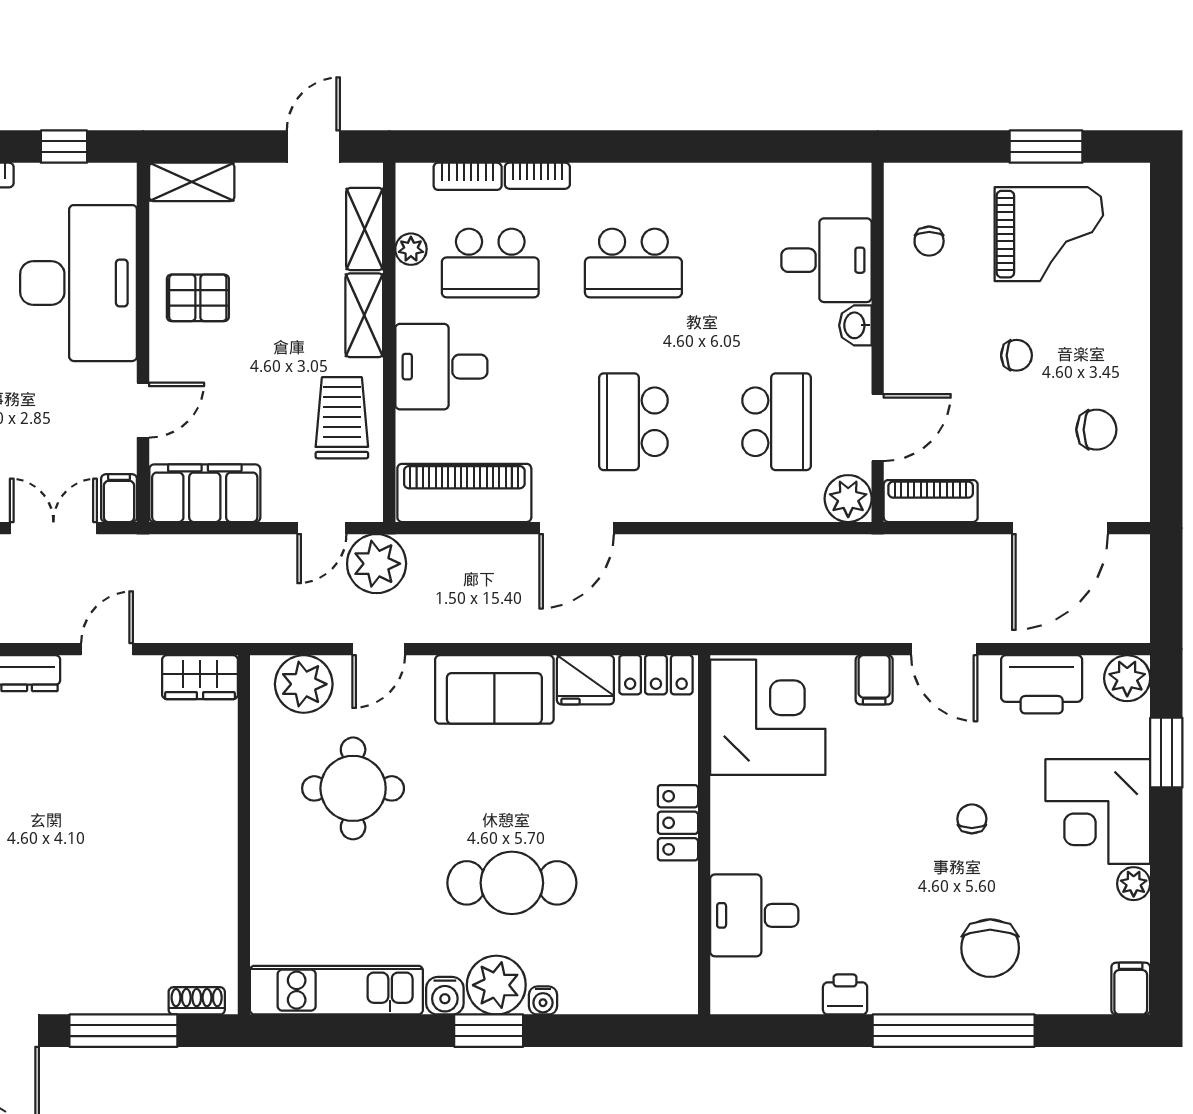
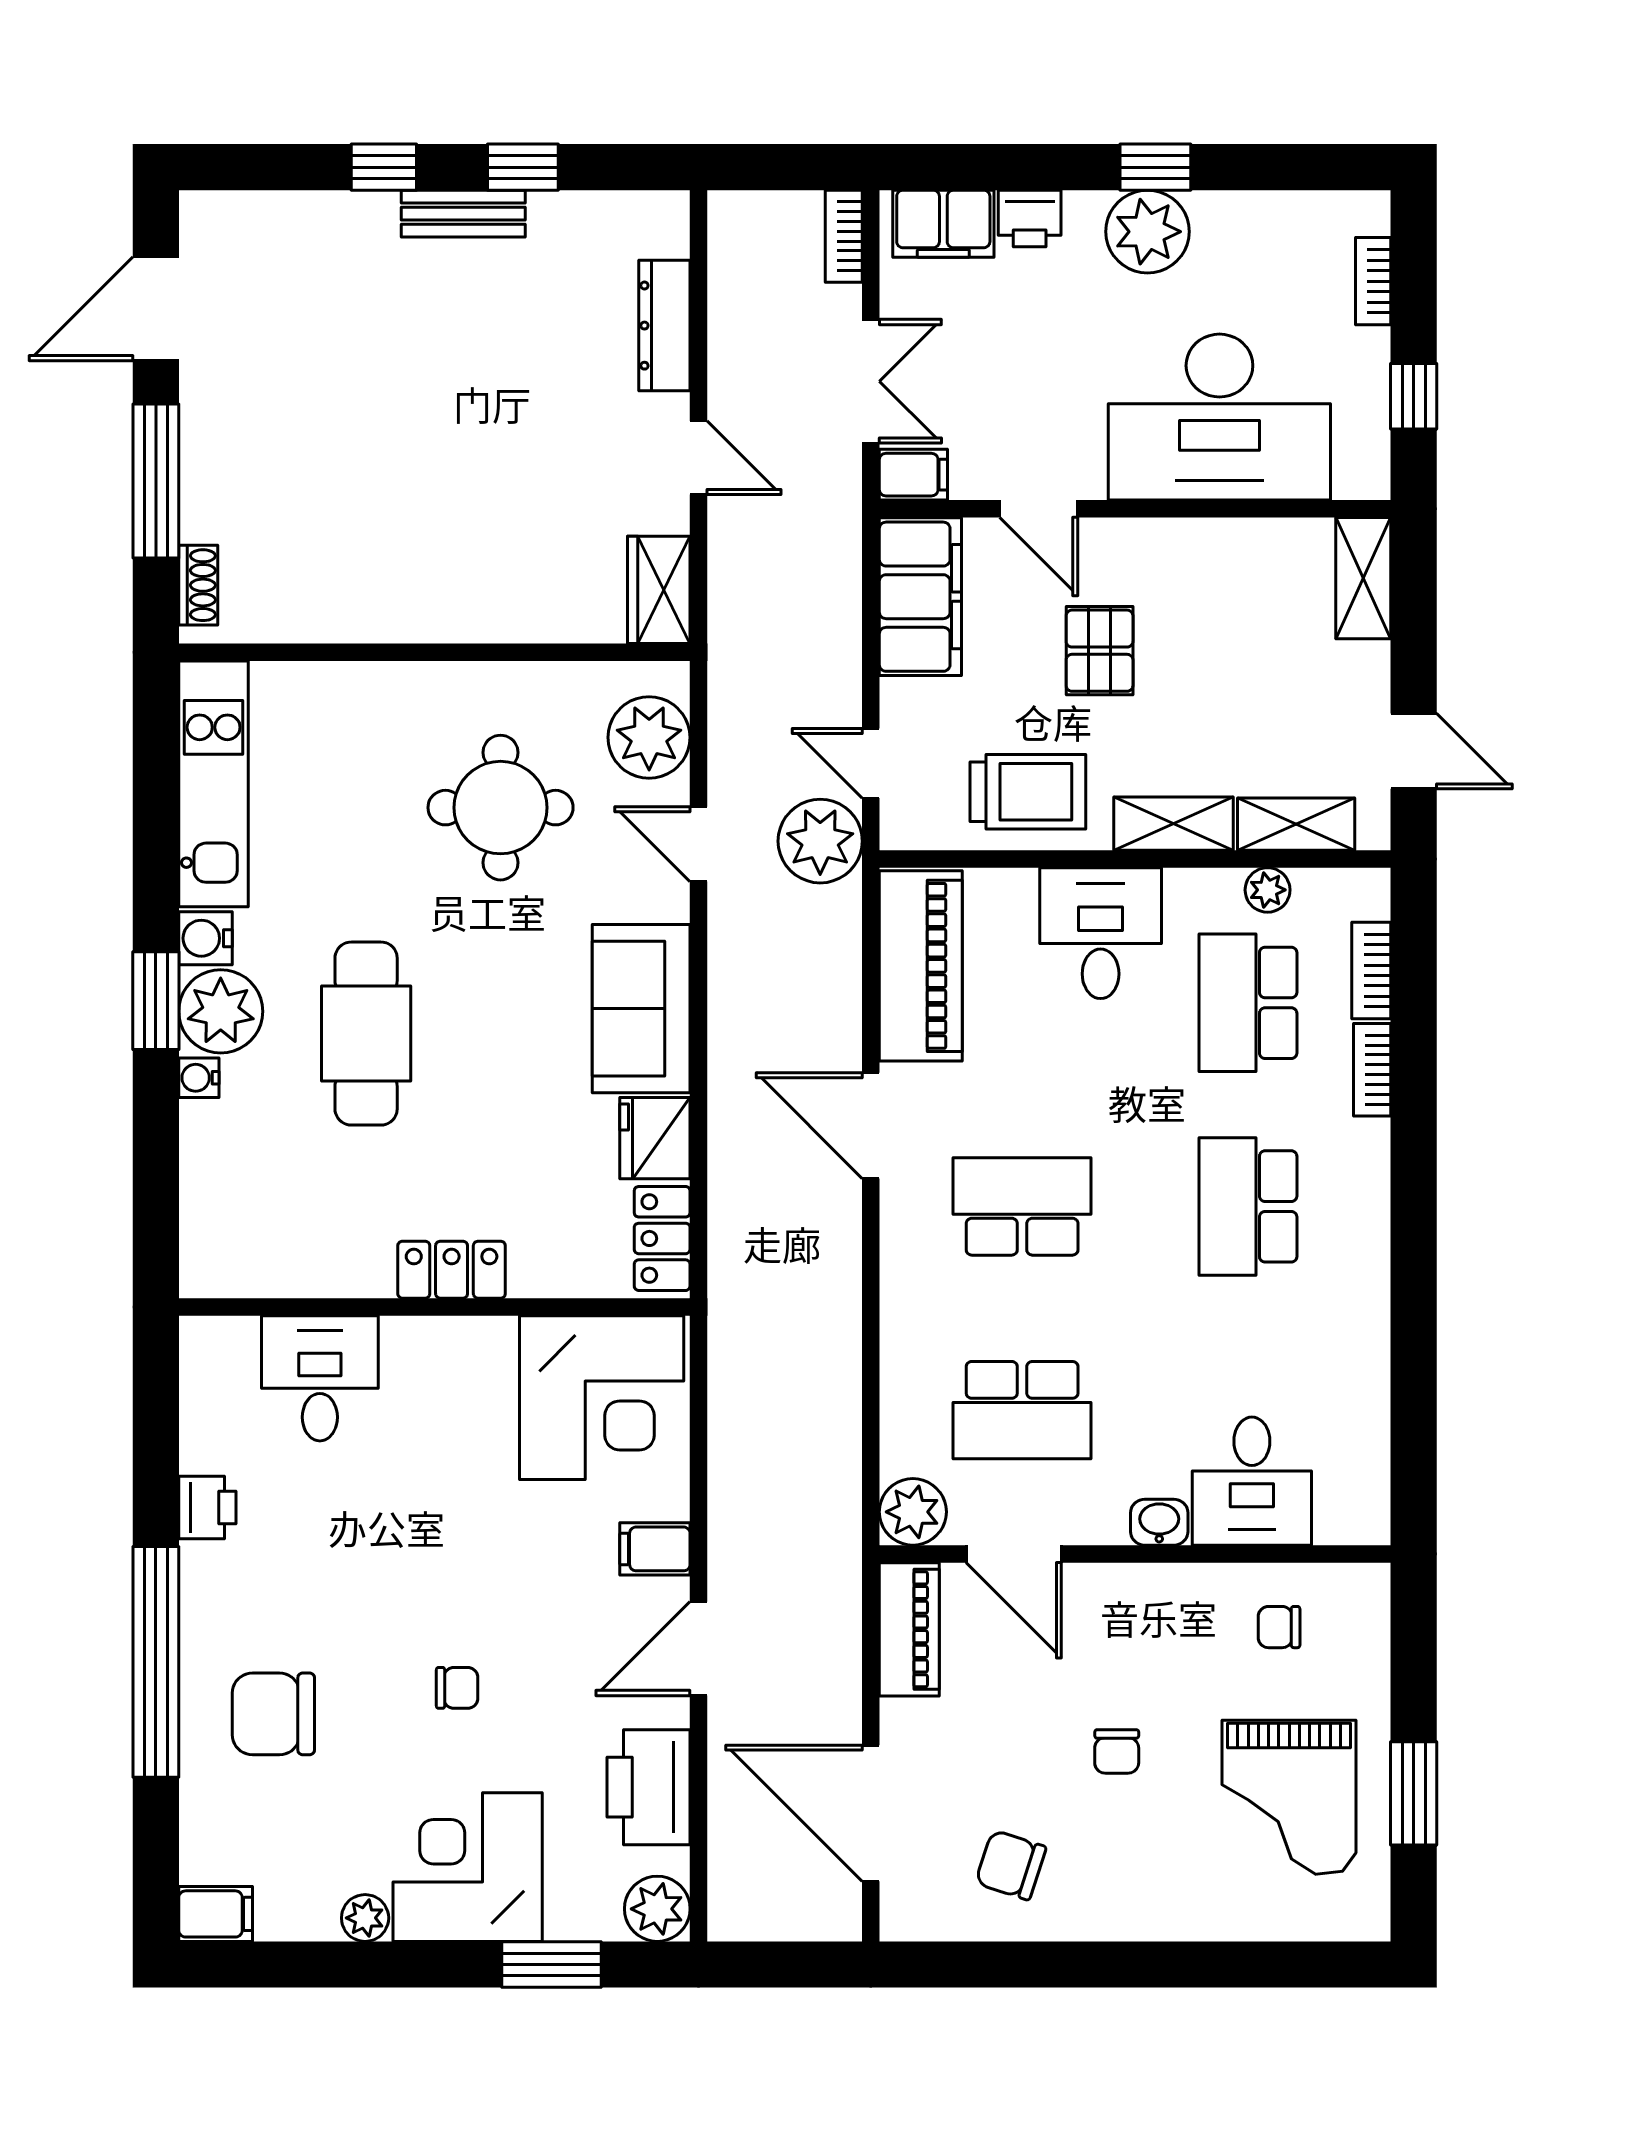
pallet: (198, 298) -> (1100, 651), moved
chair: (1096, 430) -> (1011, 1865), turned 108

